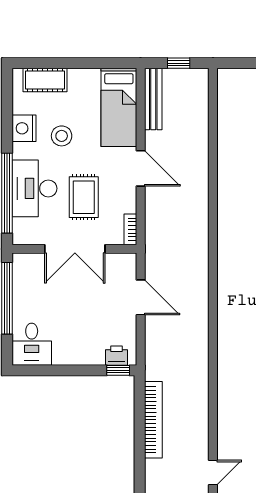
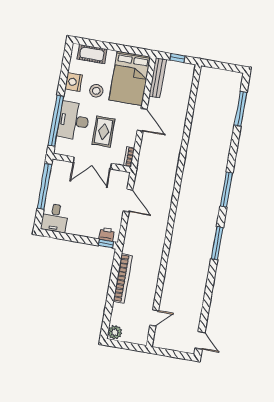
bed: (119, 107) -> (130, 78), width x1.50

